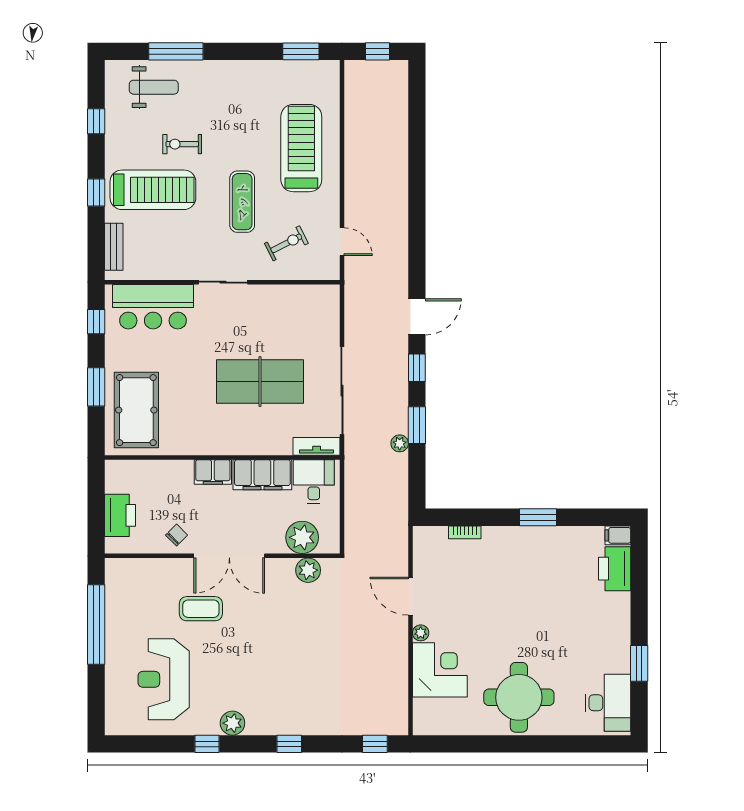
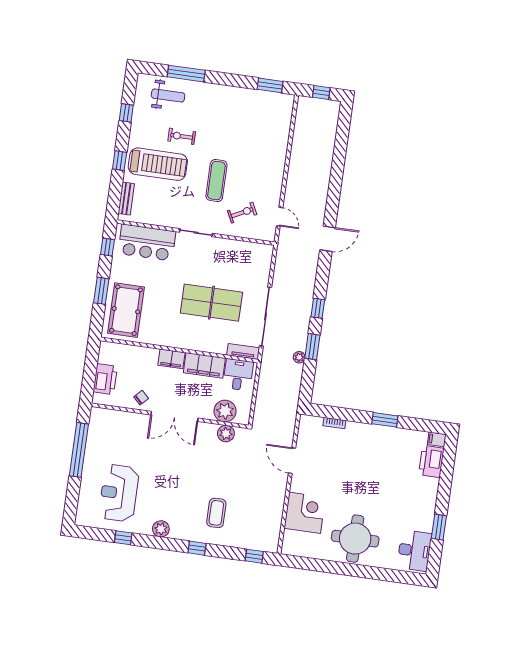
treadmill: (301, 148) -> (261, 150), removed
door: (417, 317) -> (328, 239), moved
coffee table: (201, 609) -> (216, 513), moved, turned 90
plant: (421, 633) -> (295, 486), removed
window: (207, 744) -> (123, 538), moved

